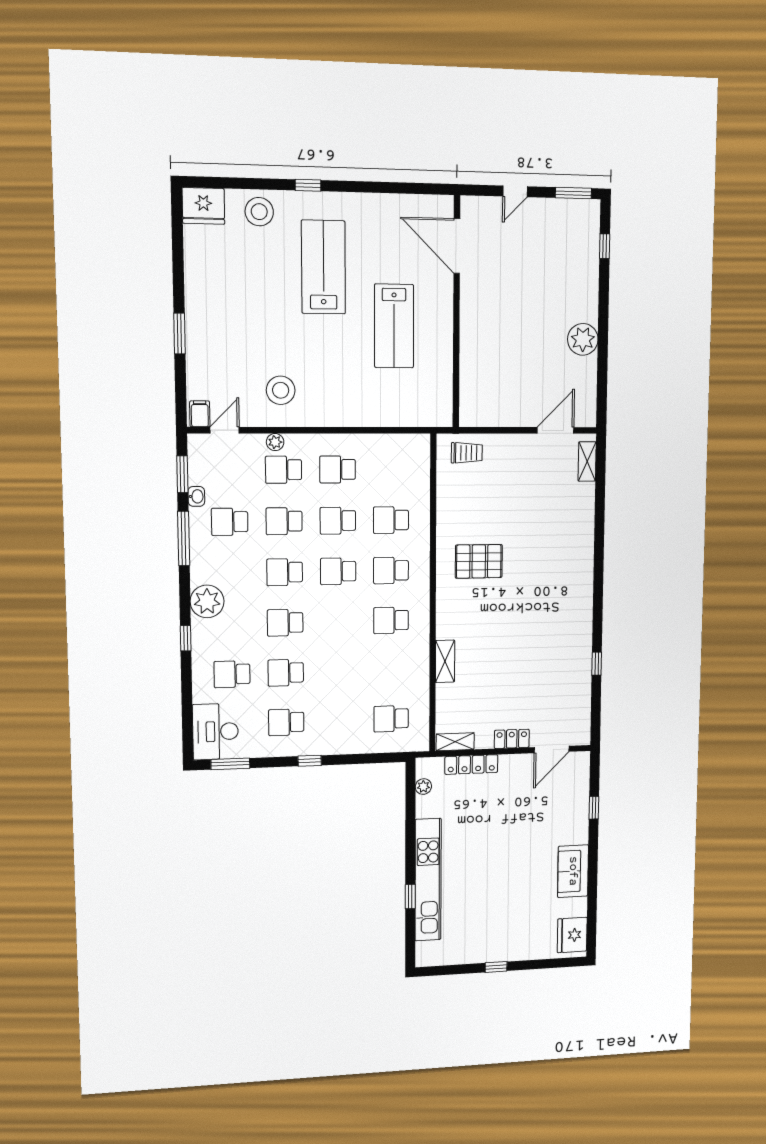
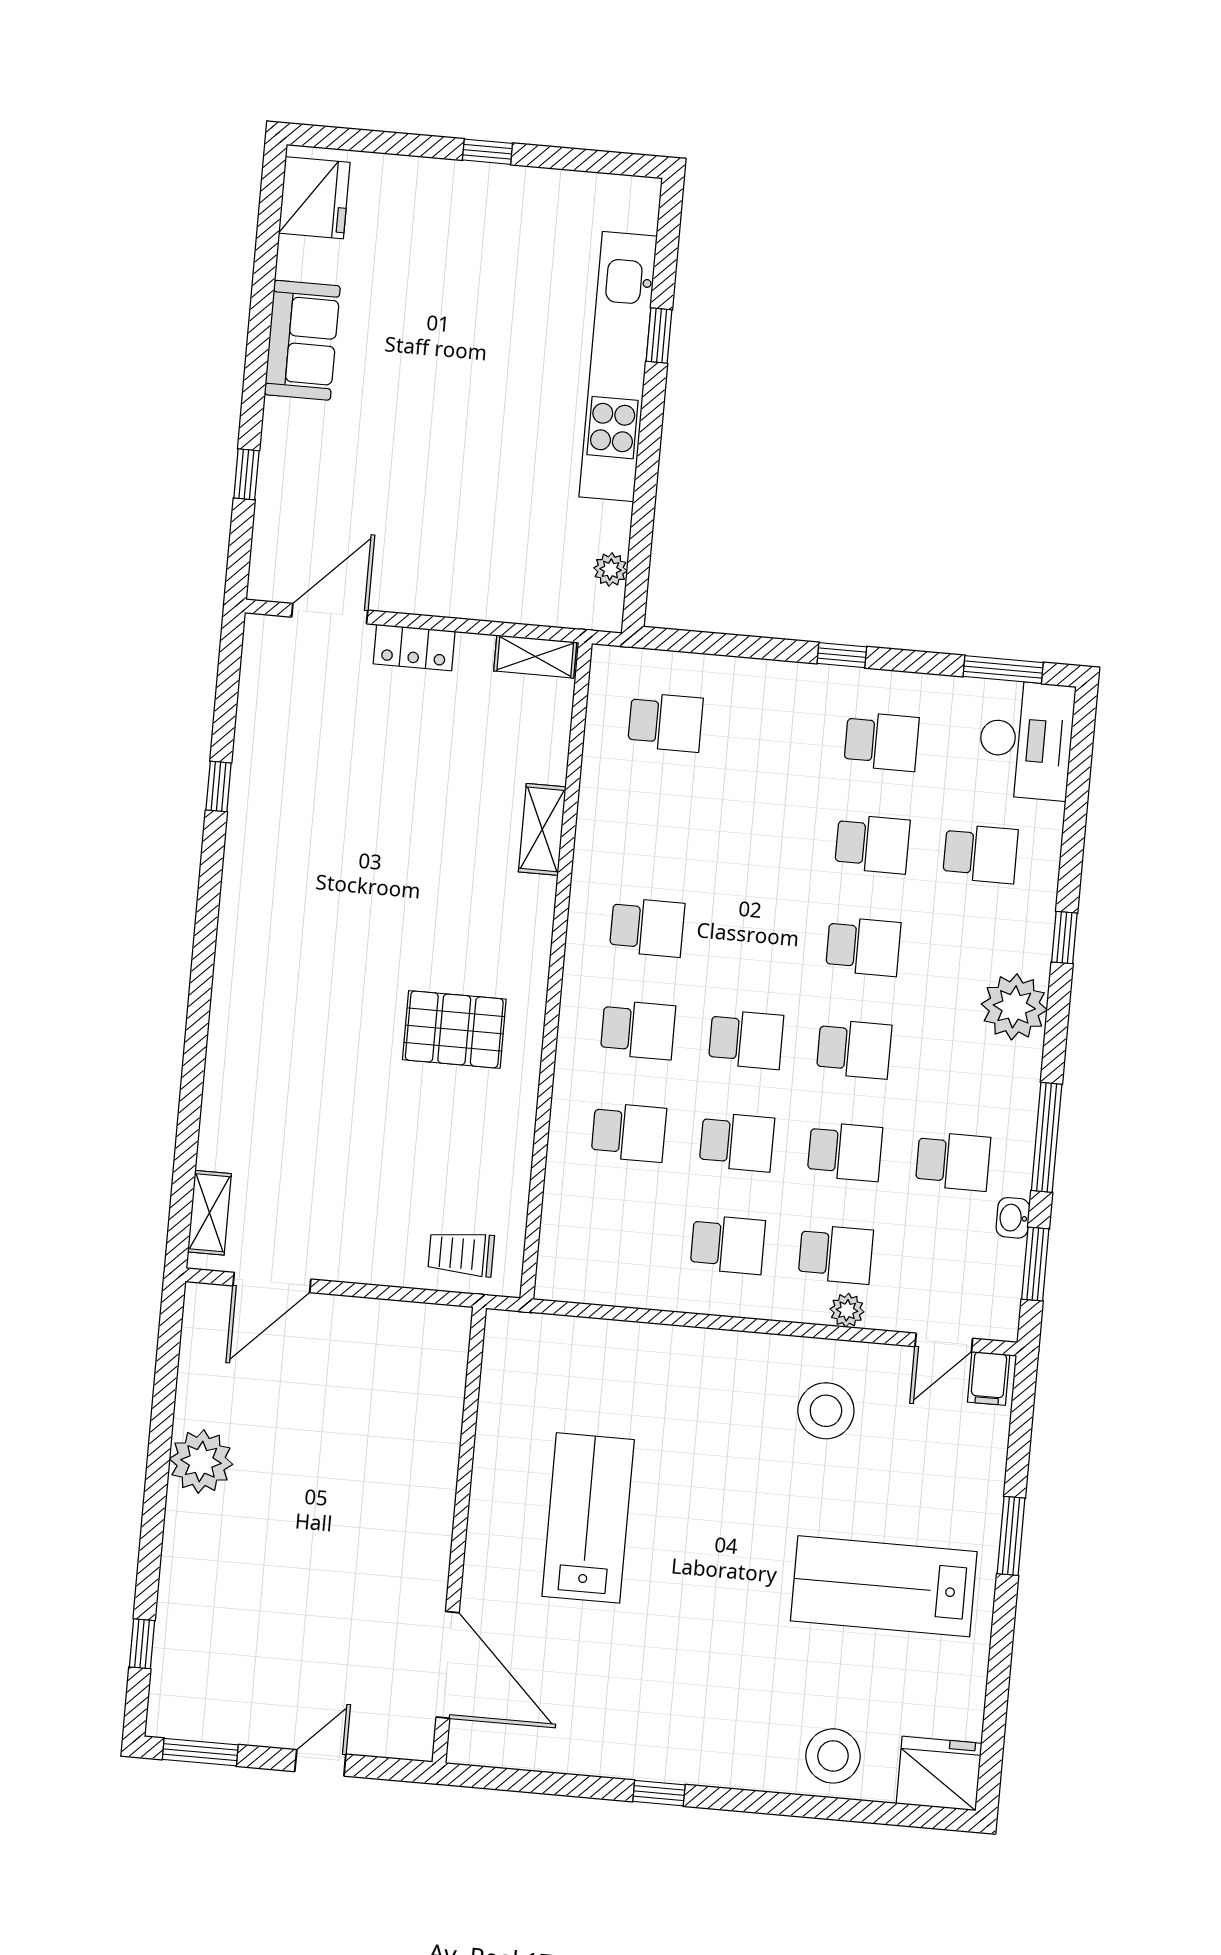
window: (308, 185) -> (659, 1793), moved
lab bench: (323, 267) -> (884, 1586), moved, turned 90
locker: (471, 765) -> (505, 603), removed

